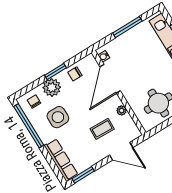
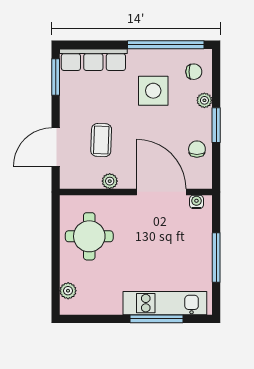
plant: (52, 87) -> (204, 100), width x0.53, depth x0.53

